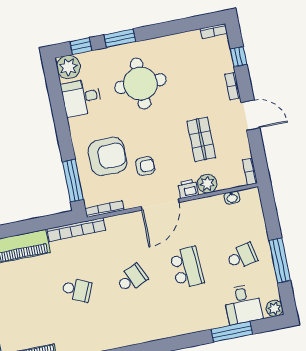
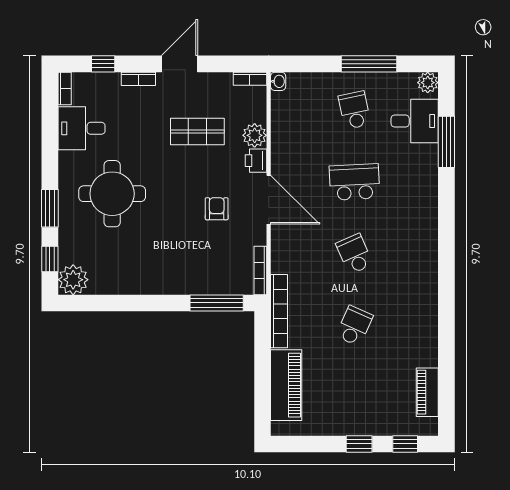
desk: (81, 97) -> (82, 128), moved, turned 90
armchair: (107, 156) -> (195, 253), removed
washbasin: (232, 198) -> (278, 81), moved

